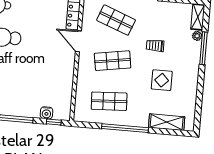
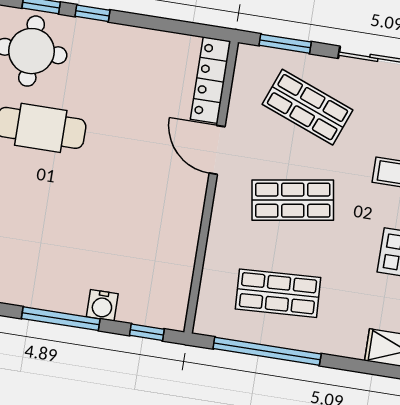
water cooler: (46, 113) -> (102, 305), moved
window: (125, 128) -> (267, 351), moved

